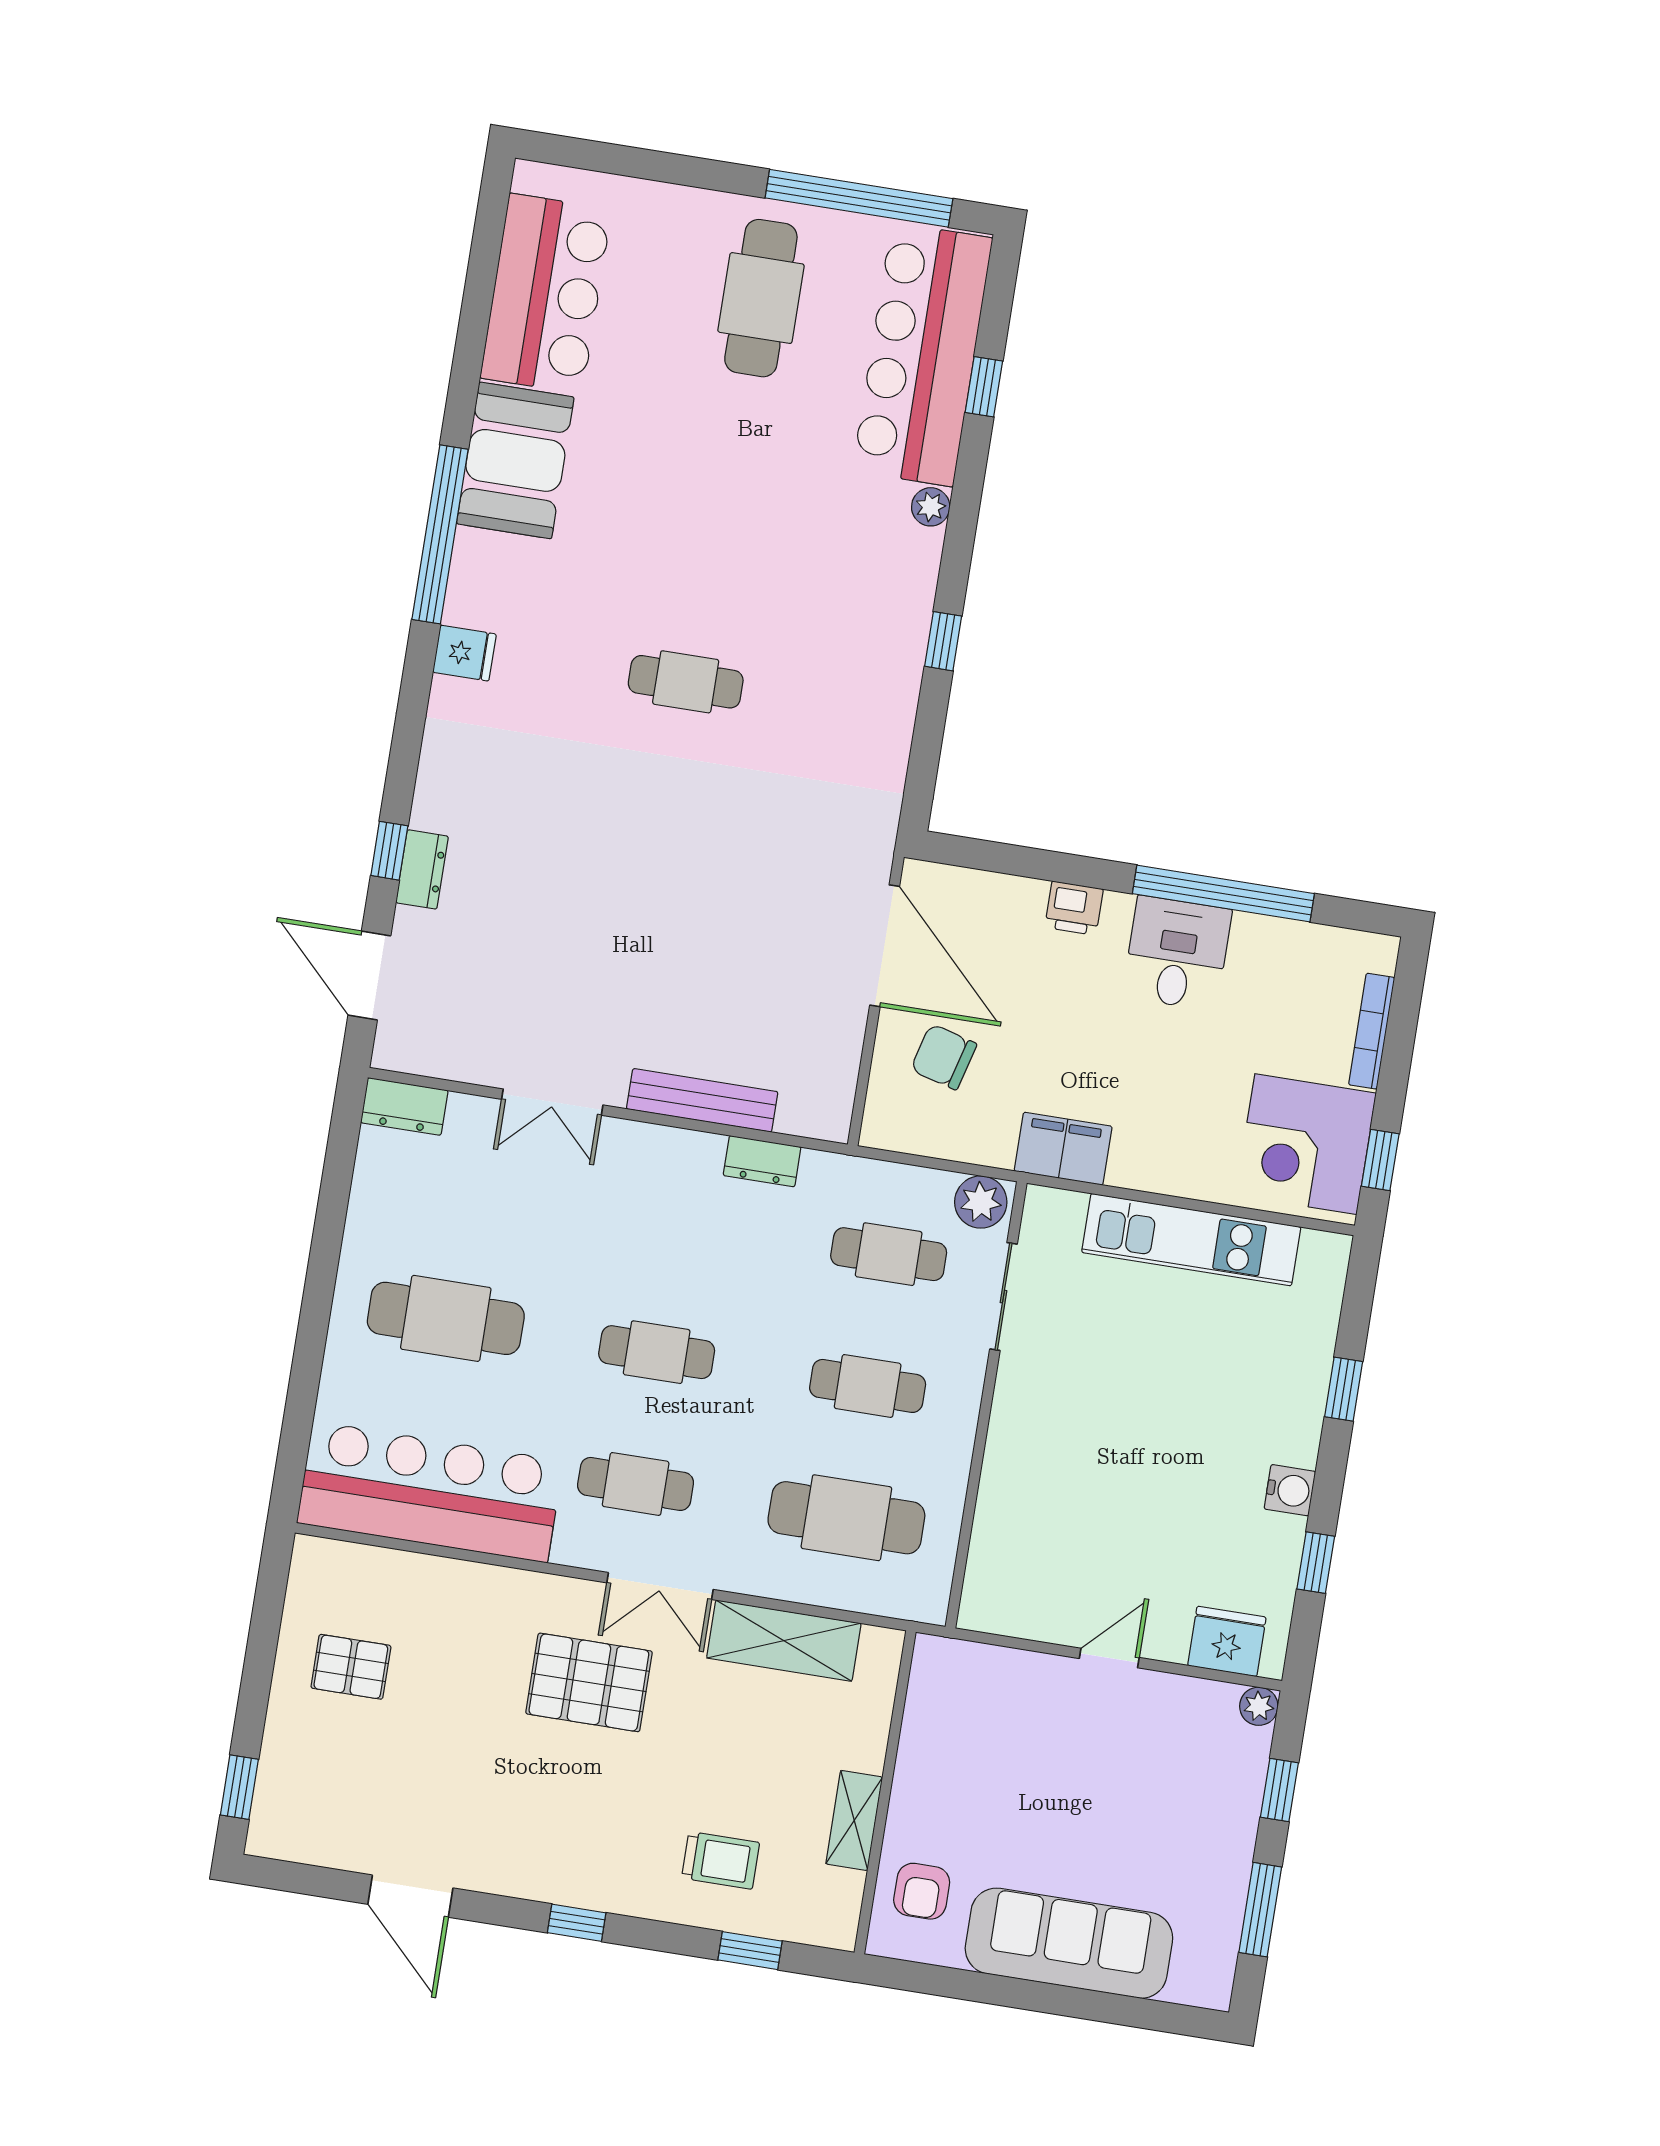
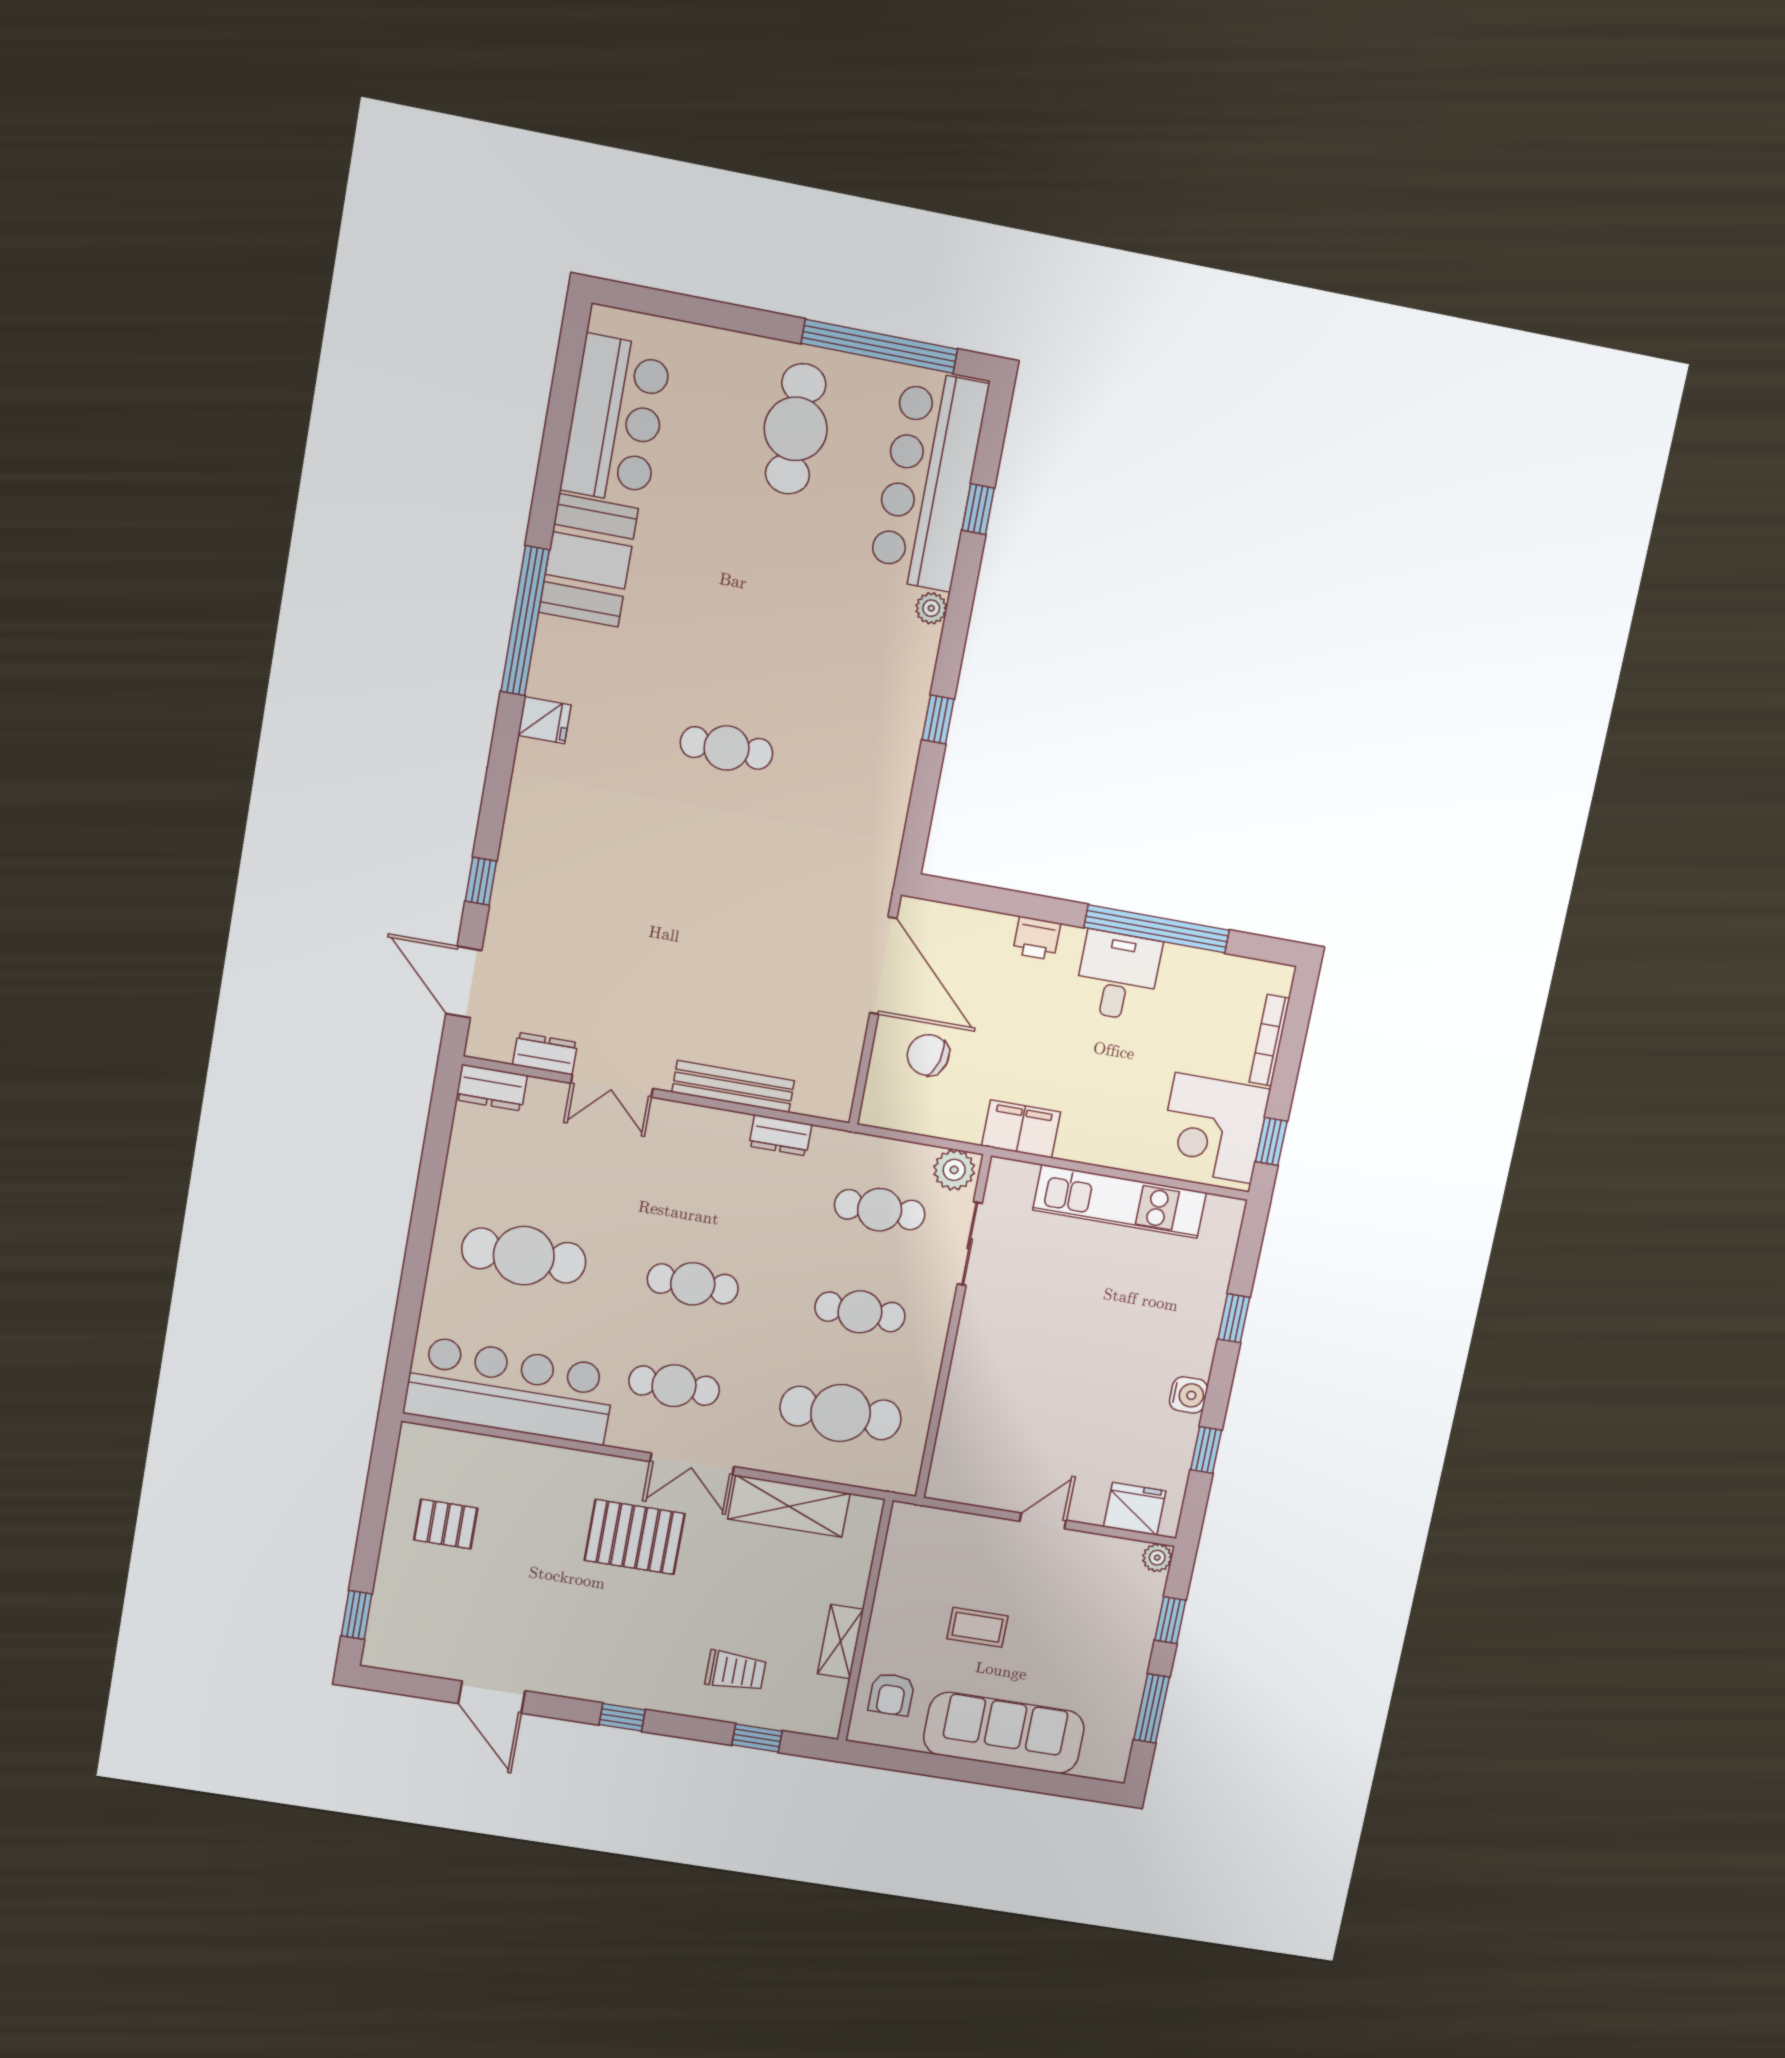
dresser: (422, 869) -> (545, 1054), moved, turned -90
coffee table: (1030, 1801) -> (977, 1627), added

